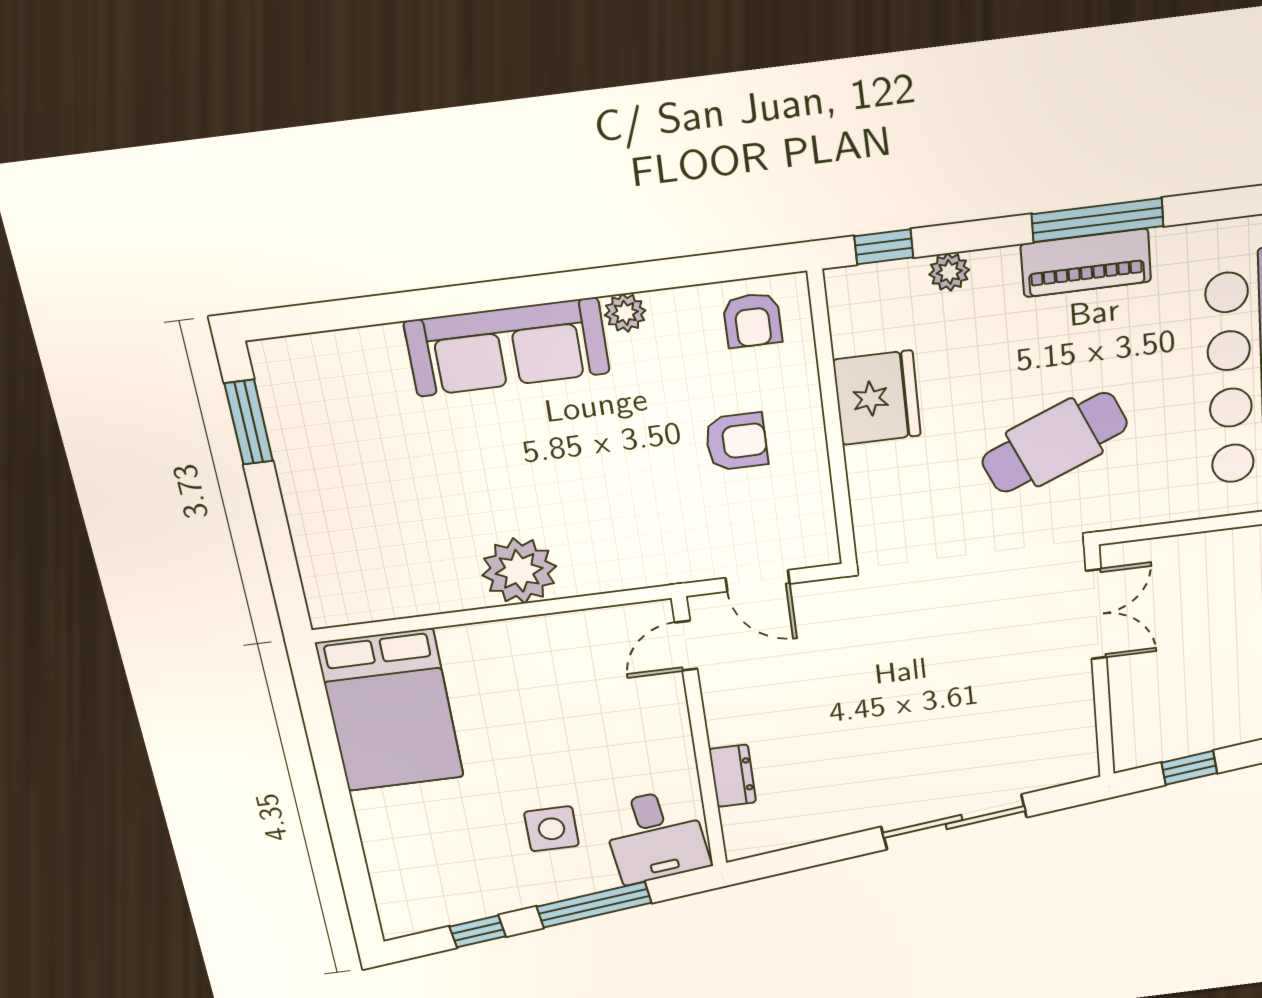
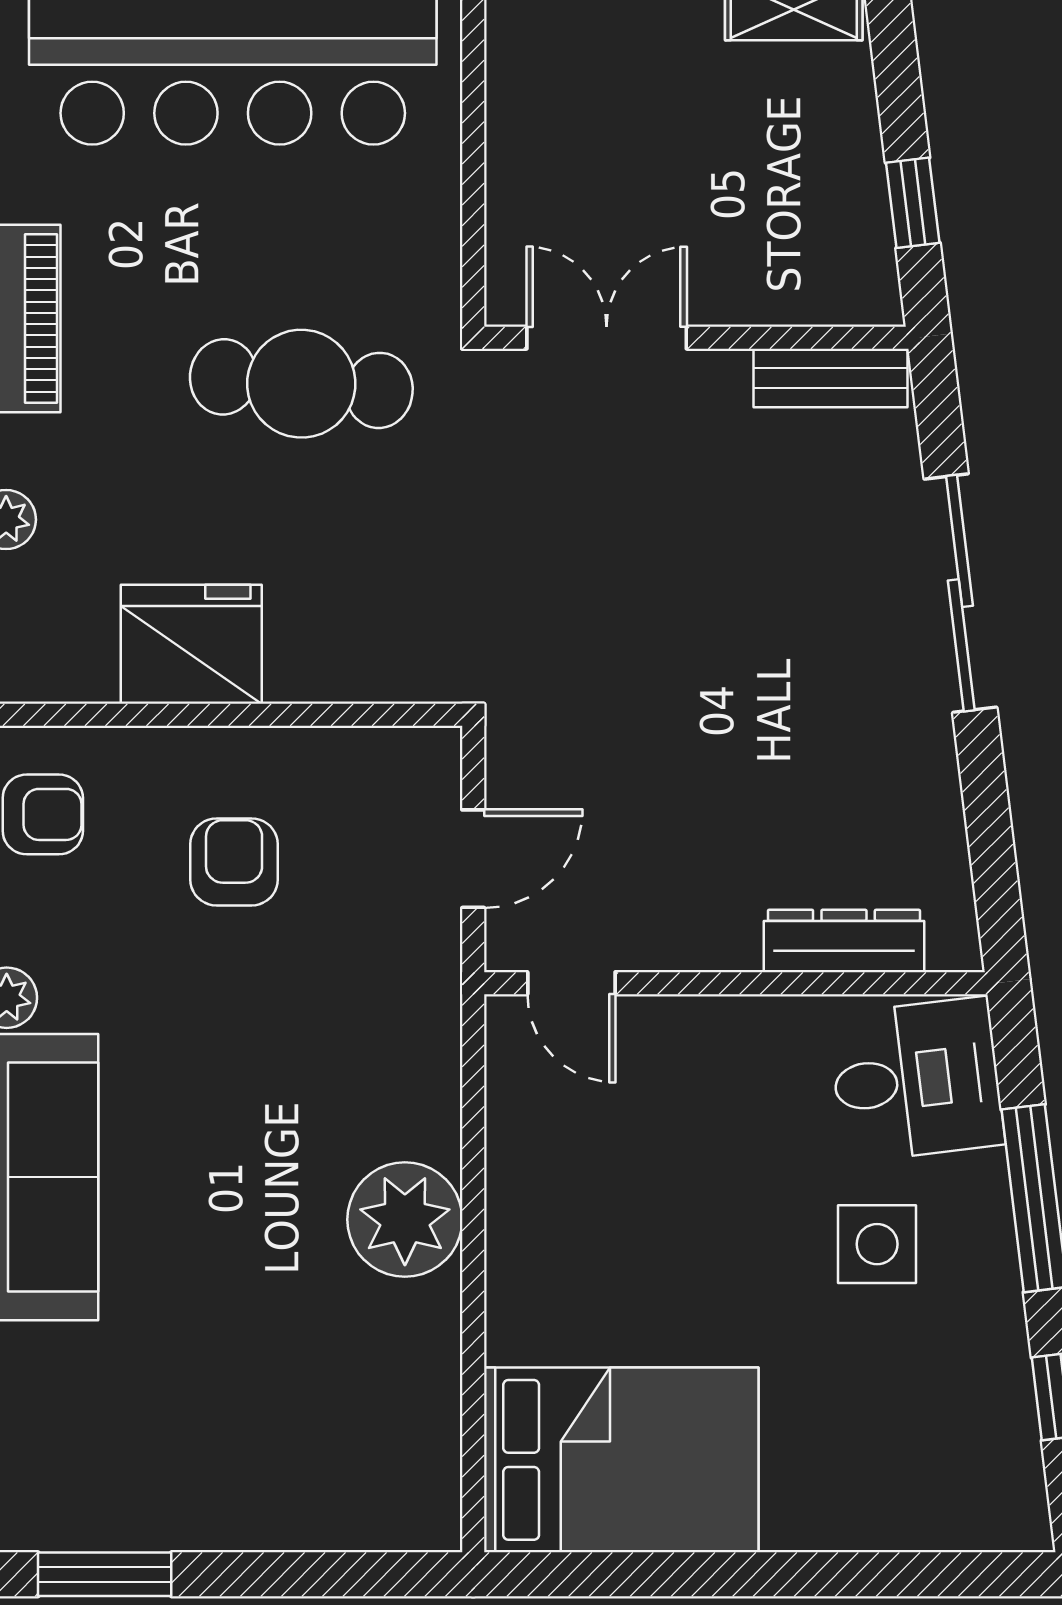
cafe table: (1054, 443) -> (301, 384), turned -62
bench: (1080, 738) -> (831, 378), added
dresser: (733, 776) -> (844, 941), width x1.44

